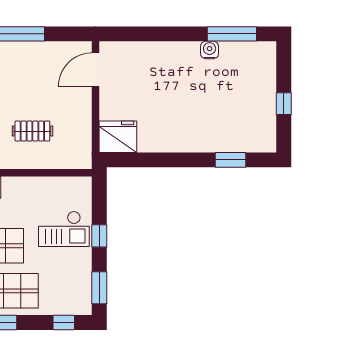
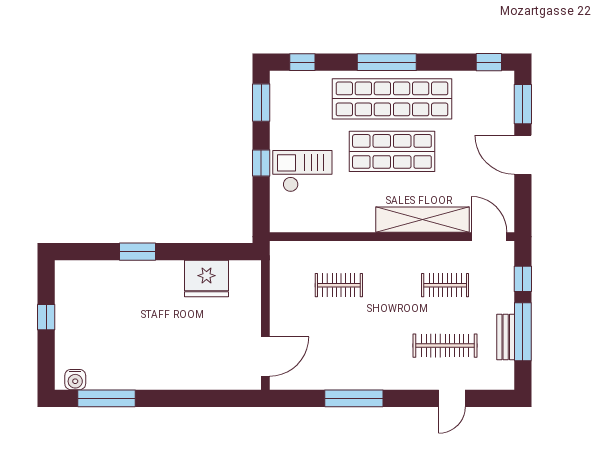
water cooler: (210, 50) -> (75, 380), moved
fridge: (118, 137) -> (206, 278), moved
window: (230, 160) -> (138, 252), moved

